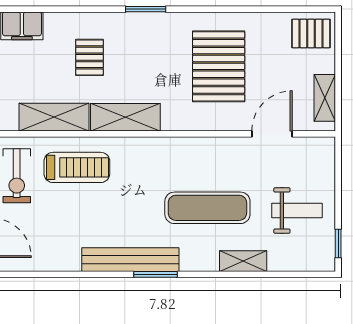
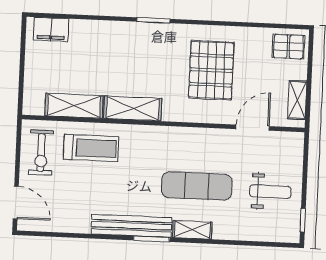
pallet: (89, 57) -> (105, 58), removed
shelving: (243, 261) -> (192, 230), moved

